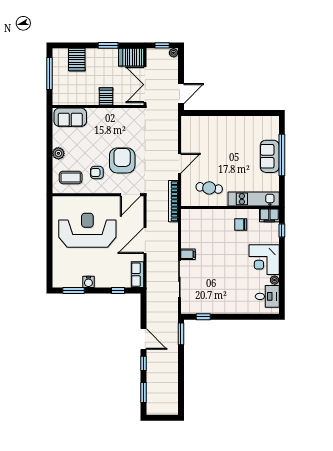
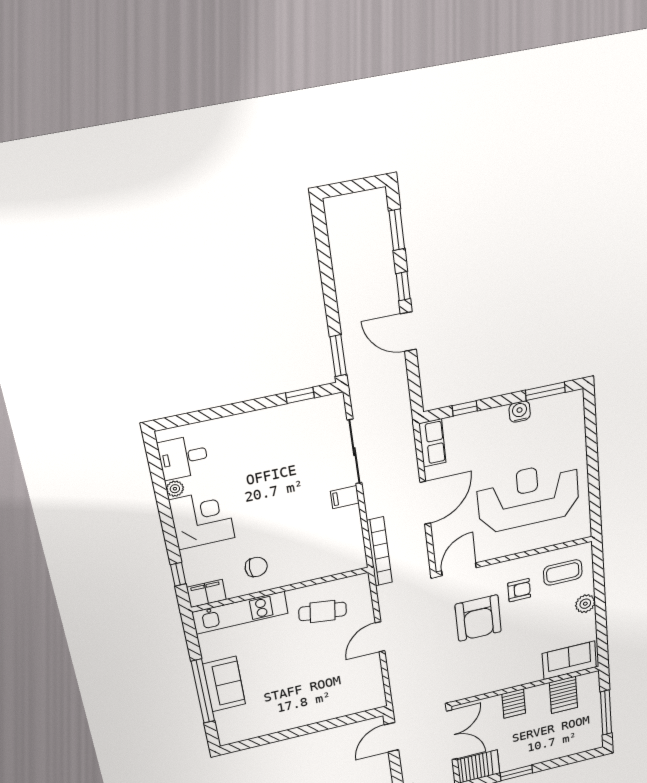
server rack: (77, 60) -> (563, 695), moved, turned 180
bookcase: (173, 201) -> (379, 551), moved
reception desk: (87, 230) -> (528, 497), turned 180

